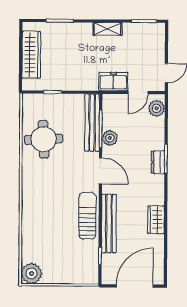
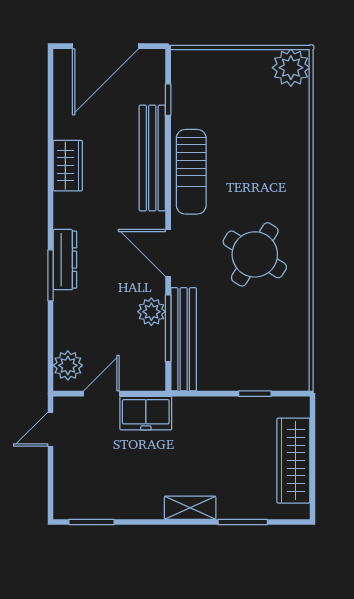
shelving: (107, 29) -> (190, 508), moved
round table: (44, 139) -> (255, 254), moved, turned 35
dresser: (158, 162) -> (65, 260), width x1.44

